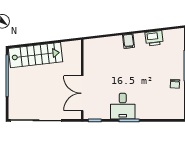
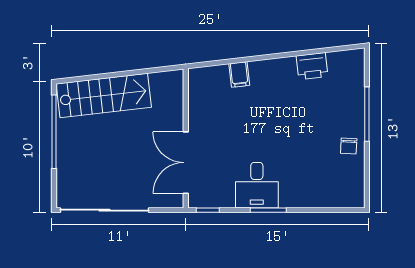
filing cabinet: (129, 41) -> (239, 74), moved

